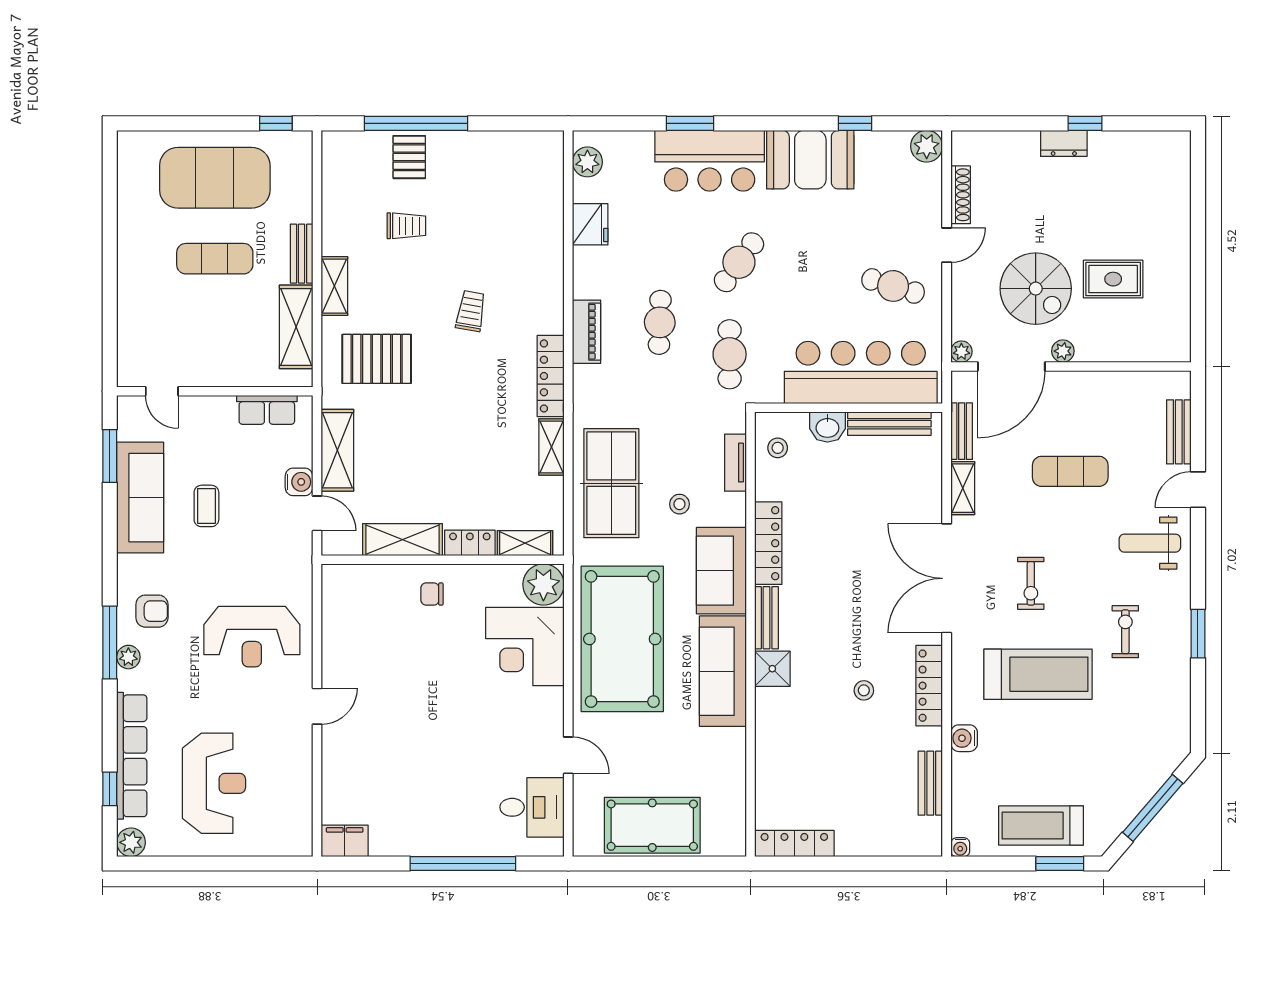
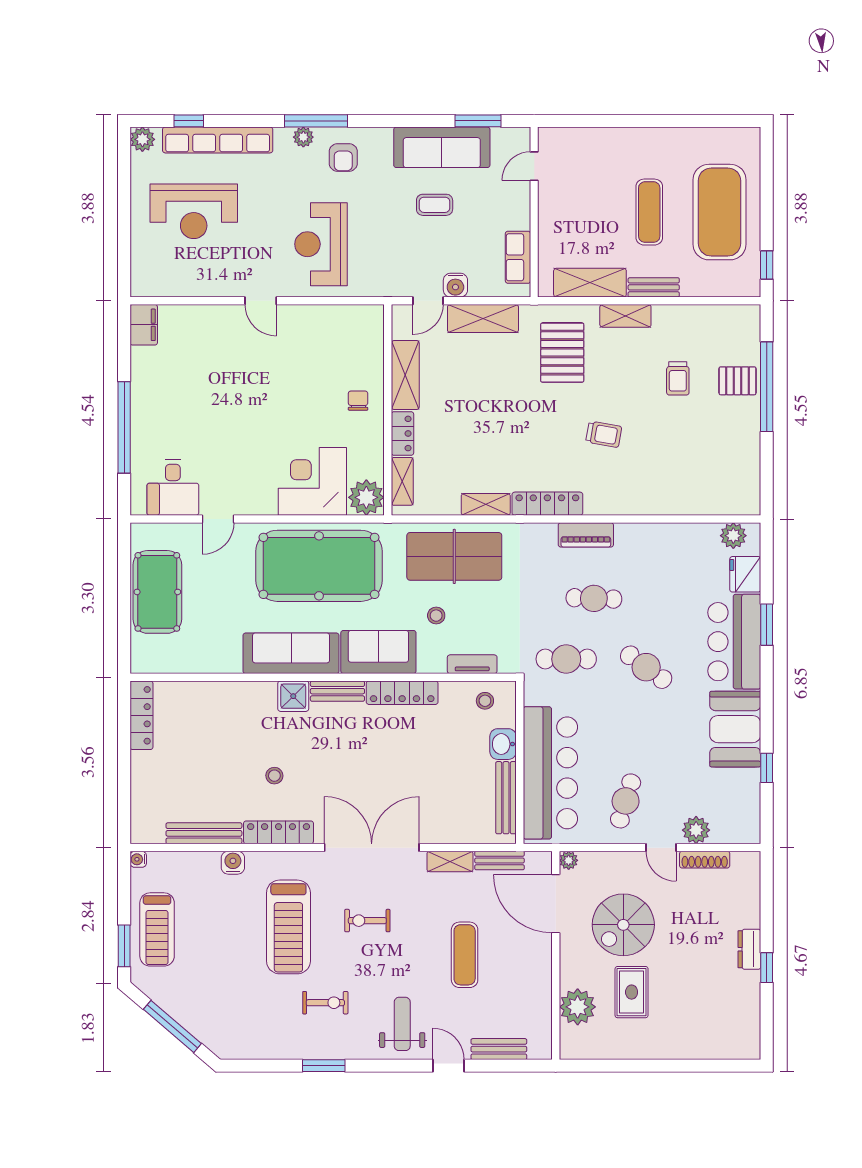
plant: (927, 146) -> (696, 830), moved
fridge: (590, 224) -> (745, 574), moved, turned 90
plant: (1063, 351) -> (578, 1007), moved, width x1.87, depth x1.87
bench: (930, 783) -> (204, 833), width x1.36
treadmill: (1041, 826) -> (157, 929), turned 180

